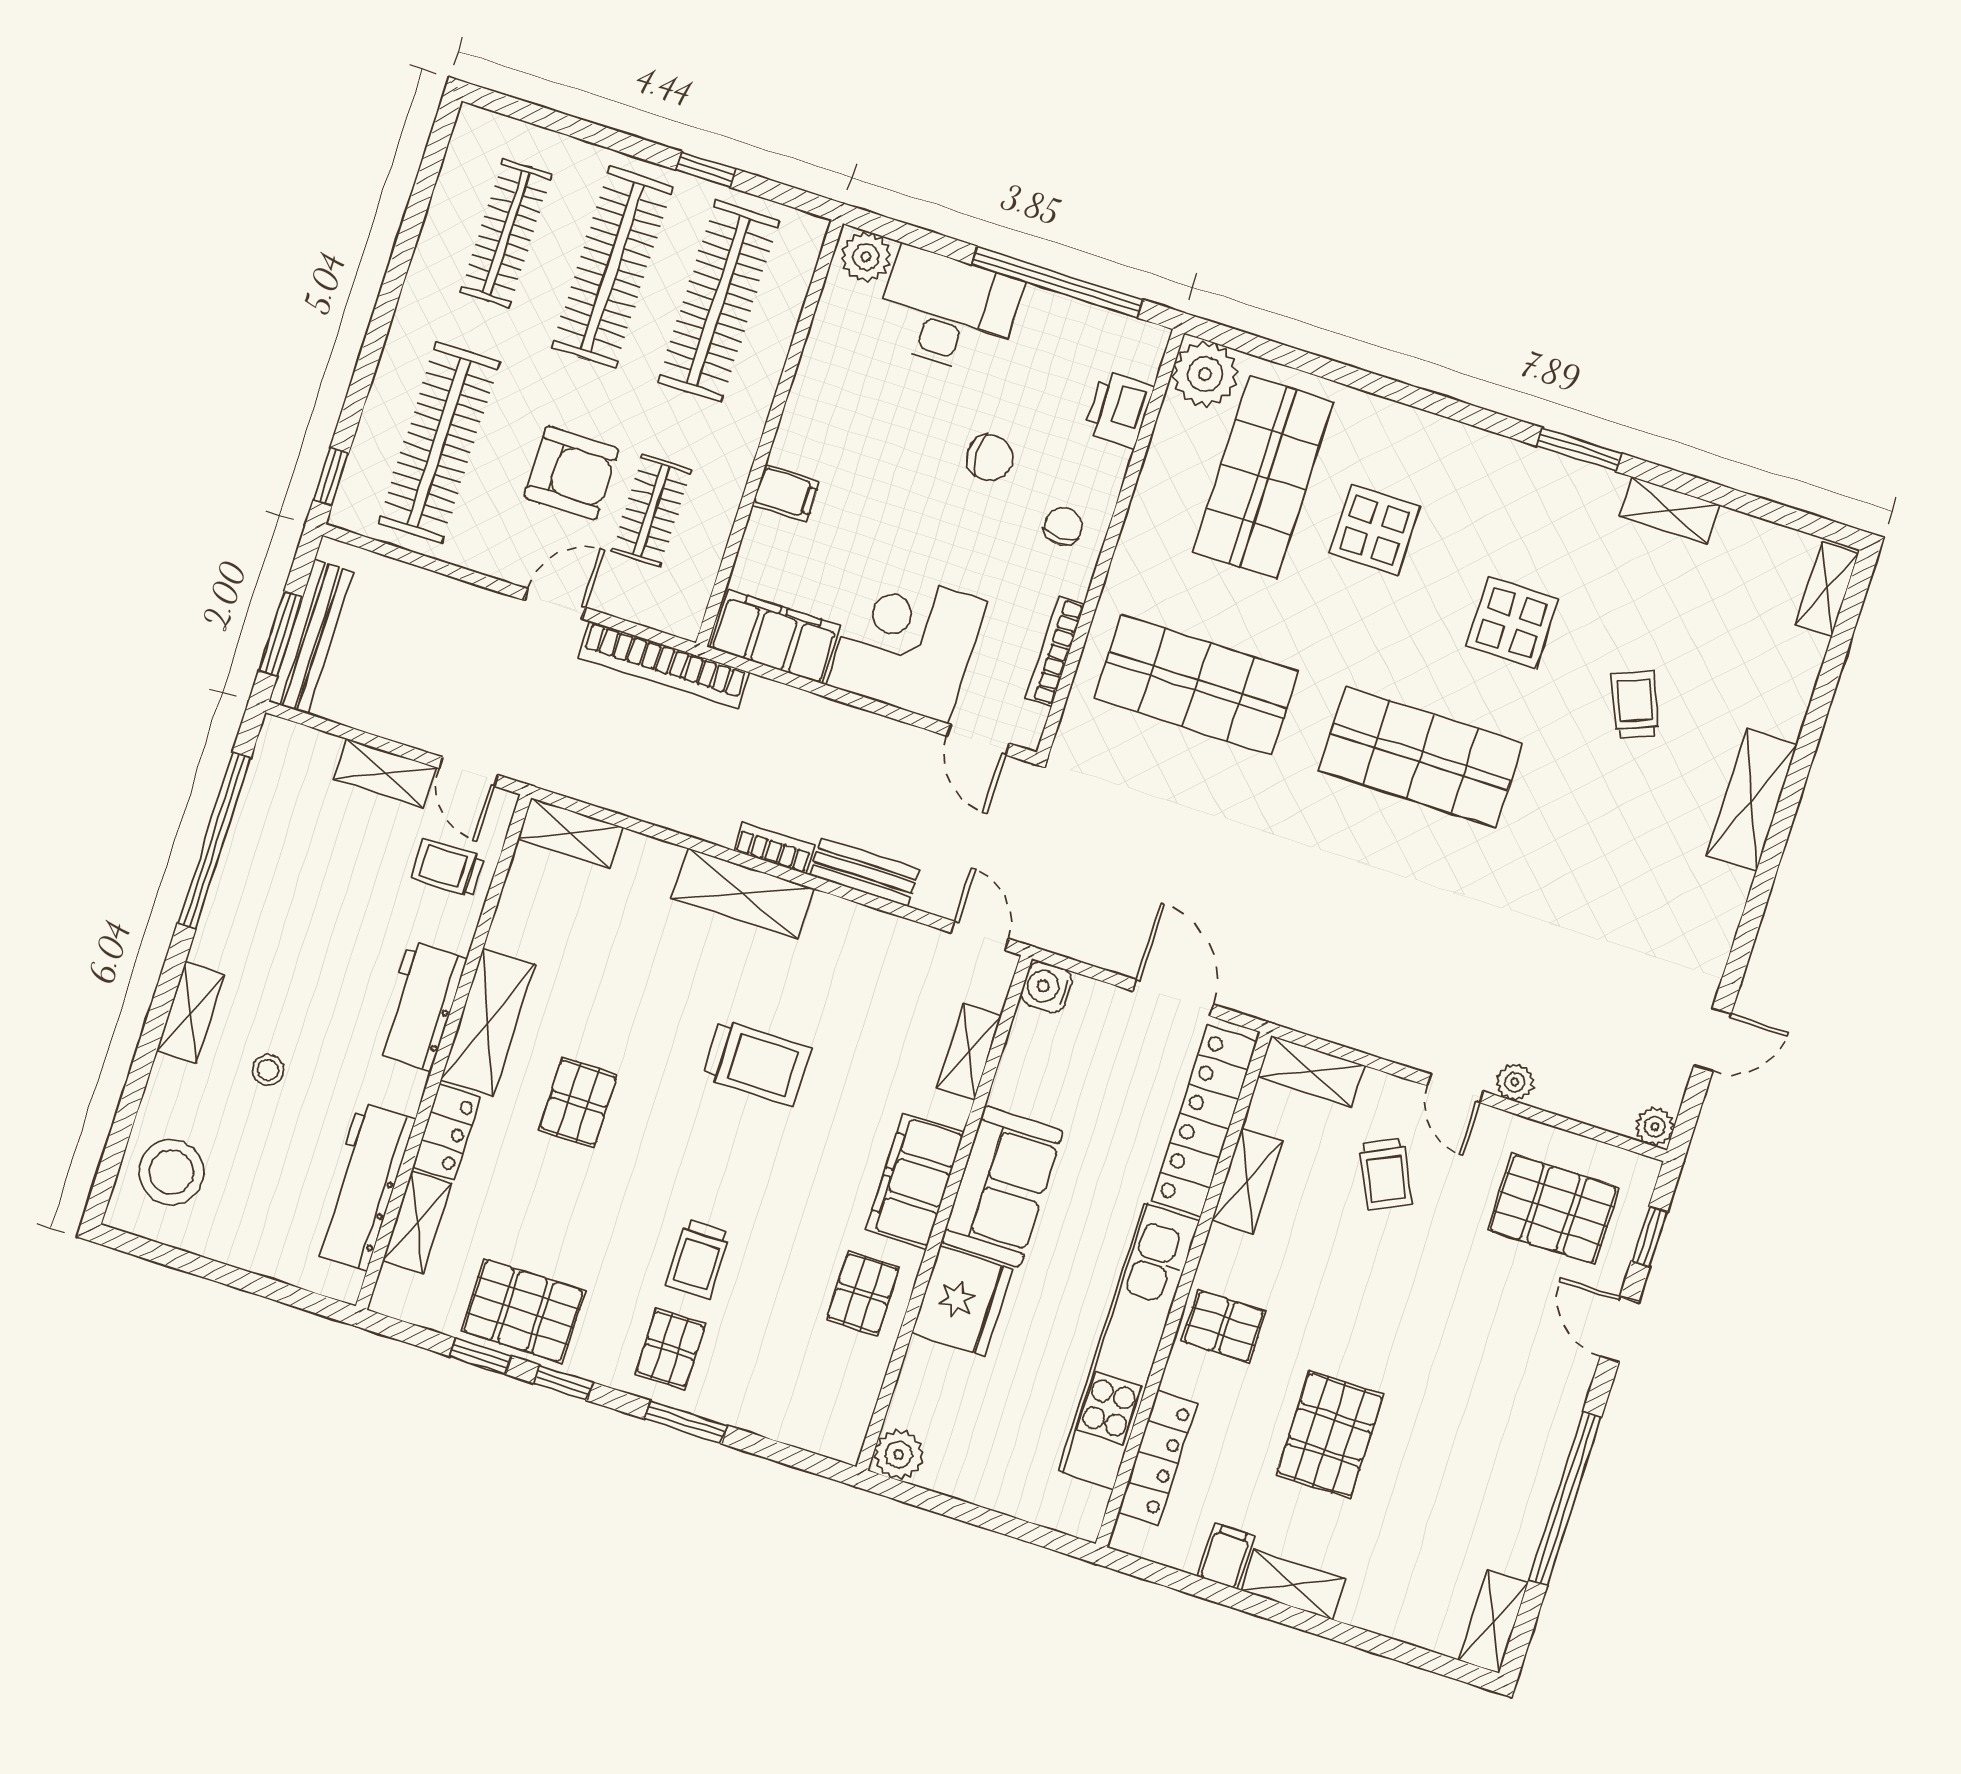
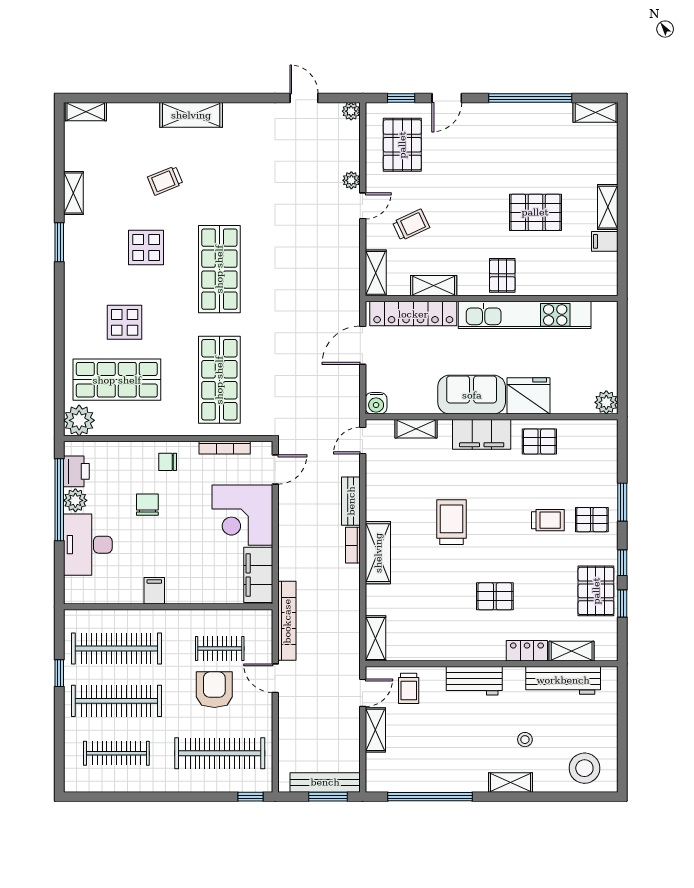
plant: (866, 257) -> (75, 500), moved
printer: (1119, 410) -> (76, 471), moved, turned -90
filing cabinet: (786, 493) -> (154, 591), moved
shelving: (488, 1023) -> (472, 648), removed
locker: (1158, 1458) -> (570, 286), removed

